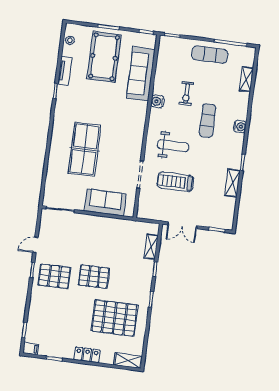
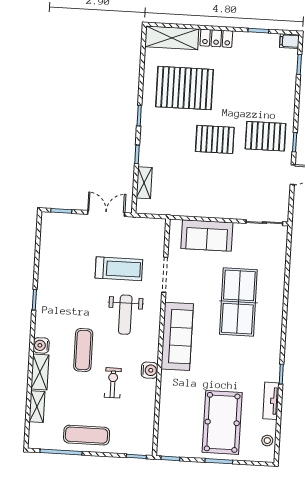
sofa: (141, 74) -> (177, 336), moved
weight bench: (173, 146) -> (125, 315), turned -90
shelving: (232, 183) -> (40, 372), moved
shelving: (128, 361) -> (172, 38), width x1.50, depth x1.33

